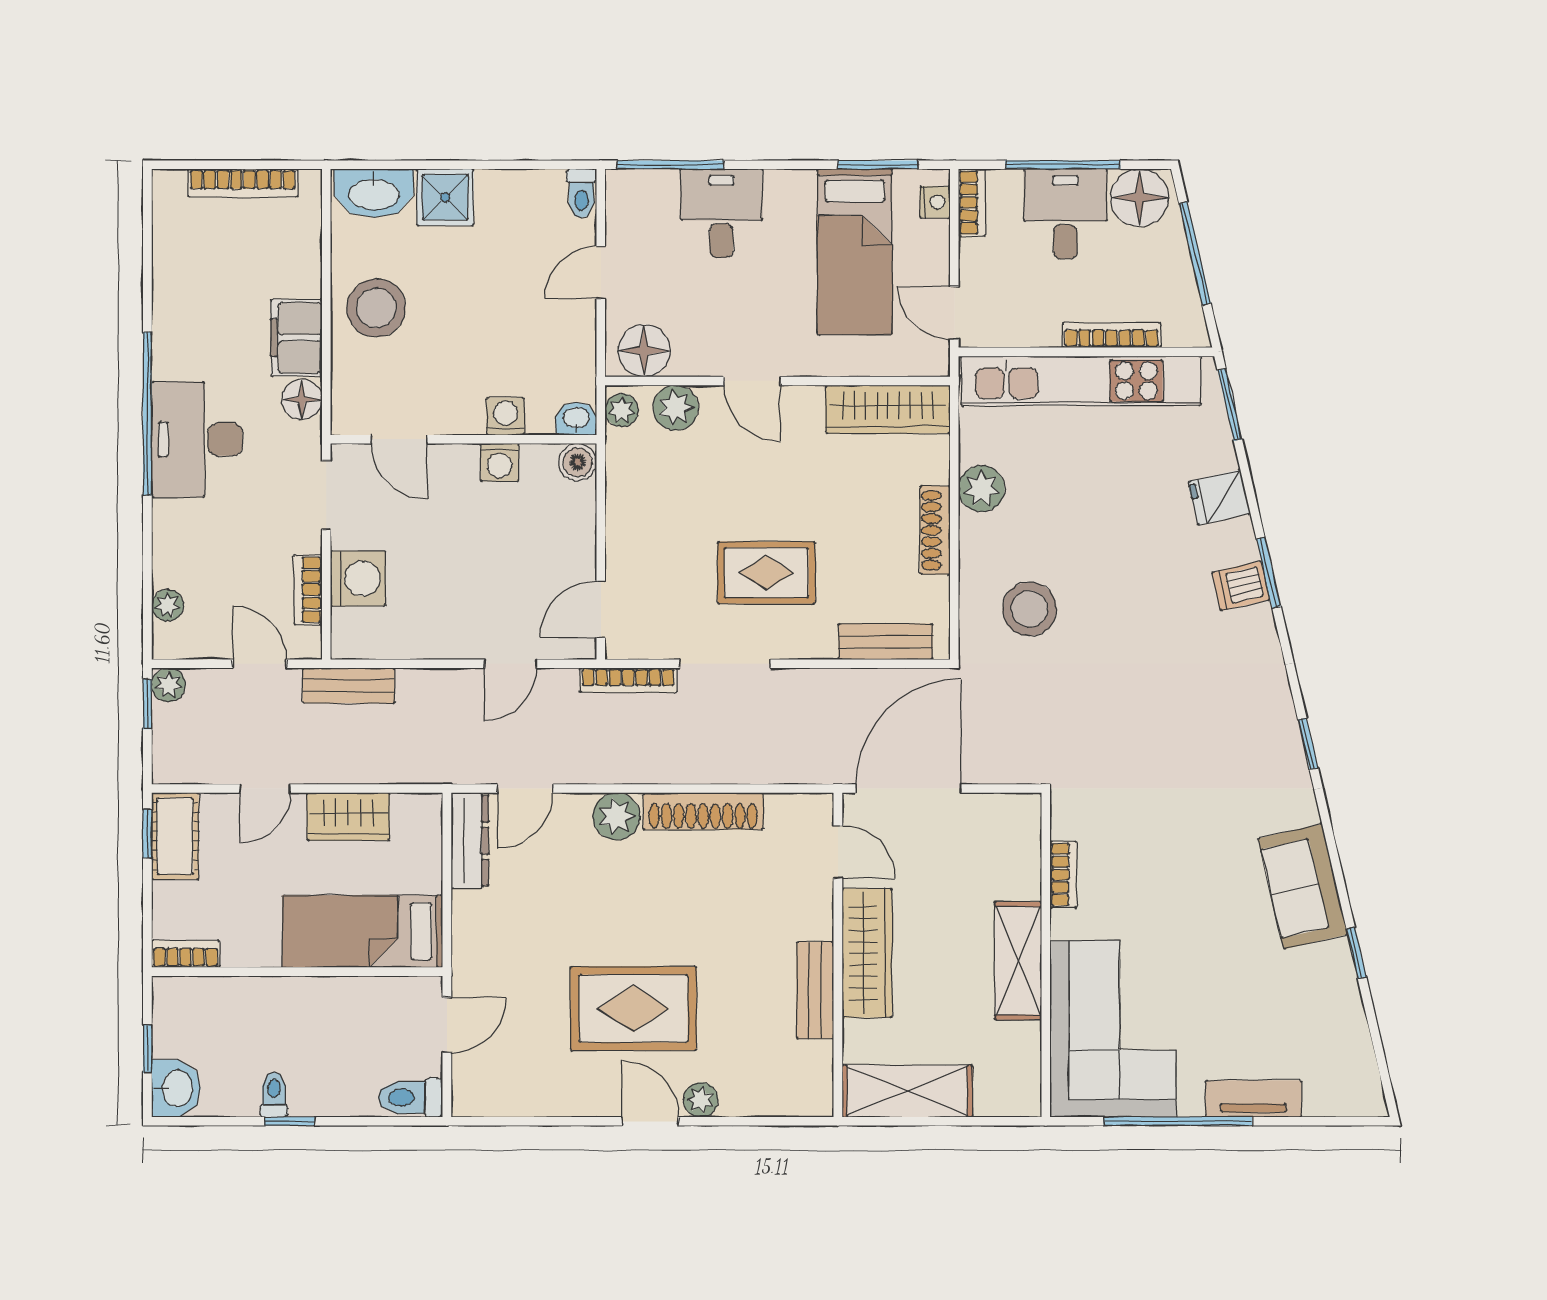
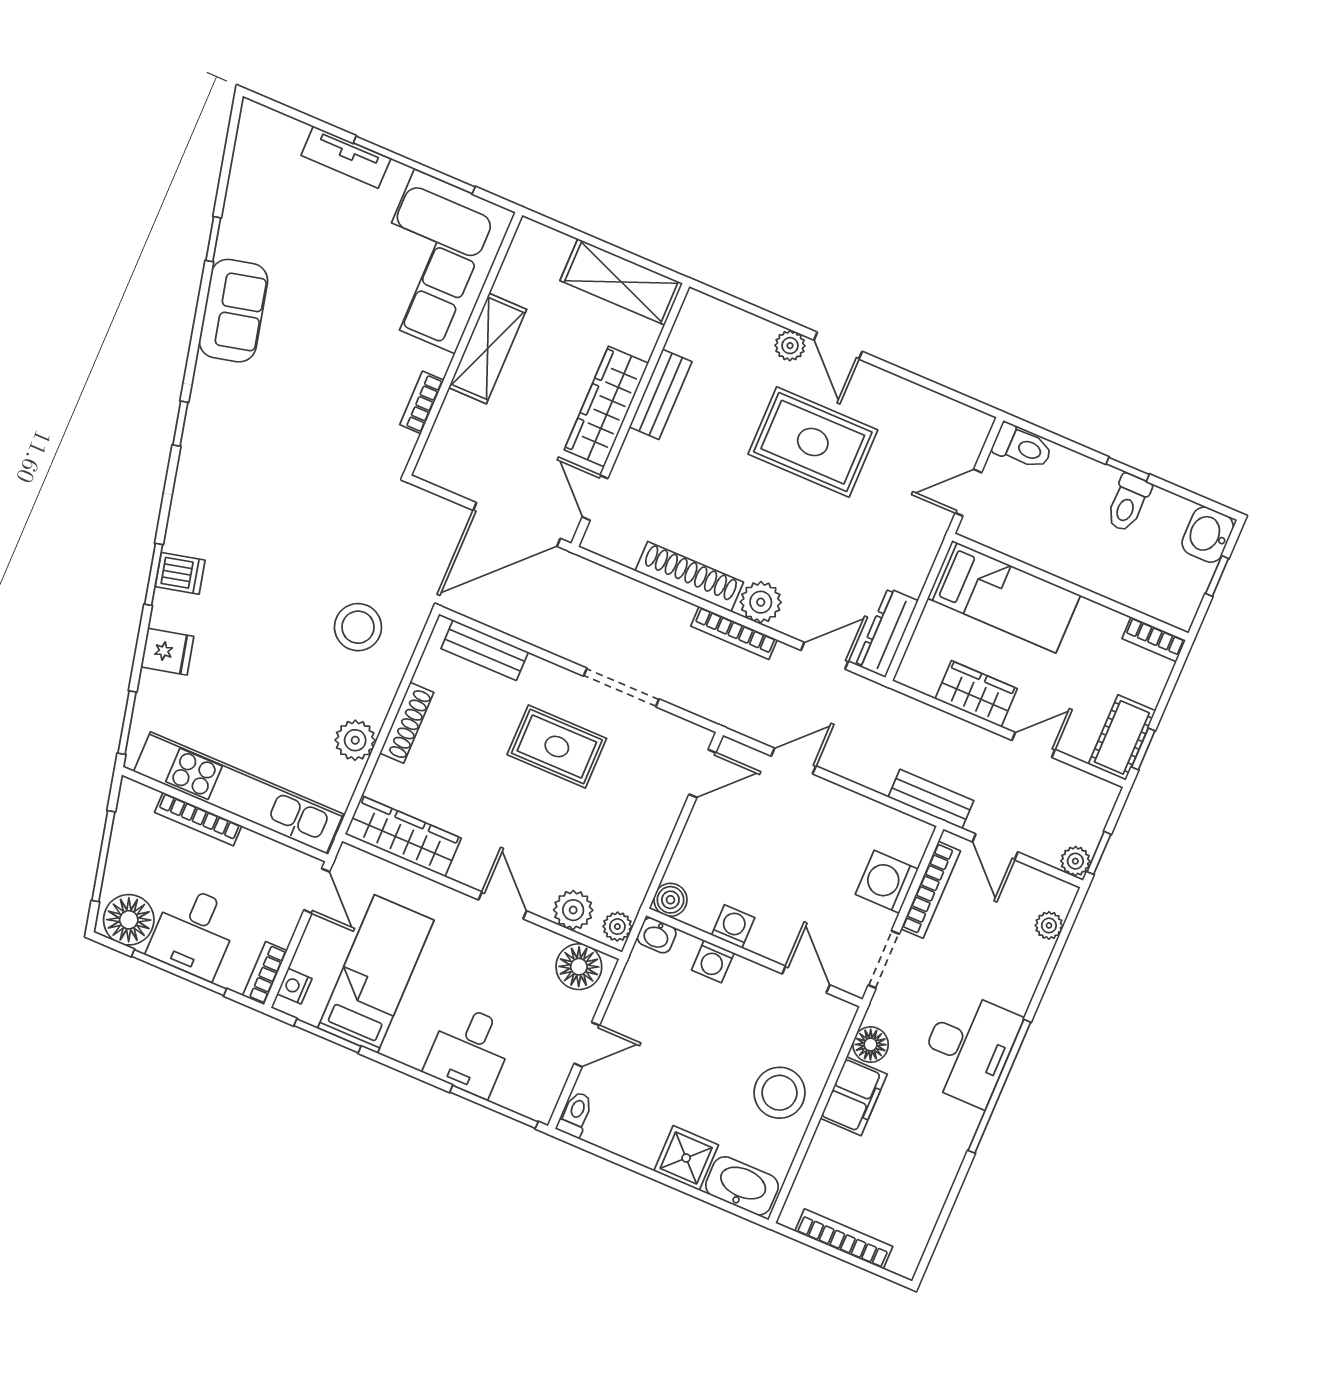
bookcase: (308, 590) -> (931, 890), width x1.56
bookcase: (628, 680) -> (734, 633), moved, turned 180
toilet: (274, 1095) -> (1128, 503), width x1.37, depth x1.39

